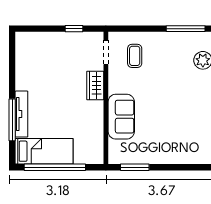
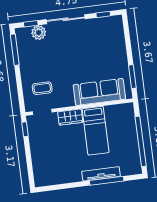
window: (74, 29) -> (25, 129), moved
sofa: (121, 117) -> (99, 92), width x1.36
bed: (44, 151) -> (96, 131), moved, turned 180

